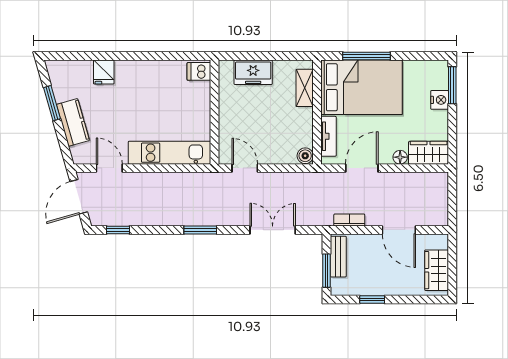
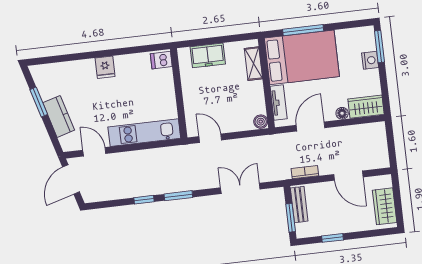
fridge: (104, 72) -> (105, 67), moved
window: (118, 230) -> (144, 200), moved

